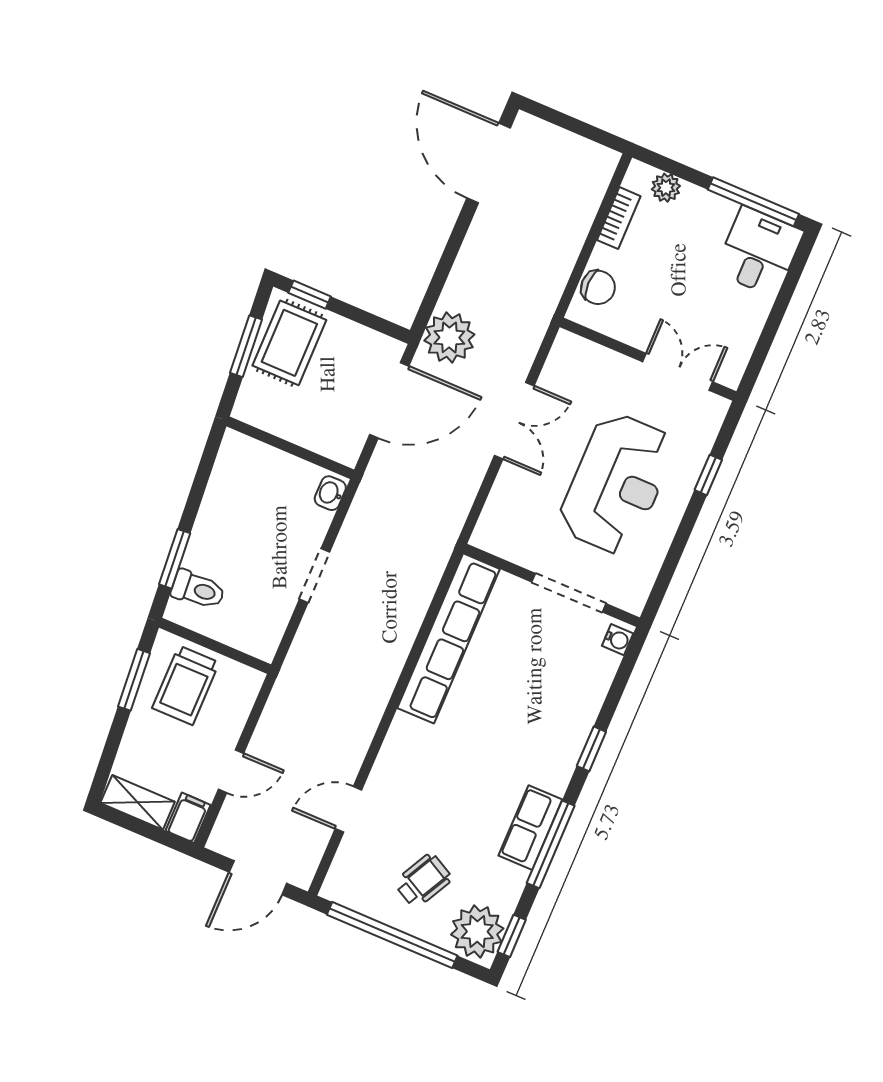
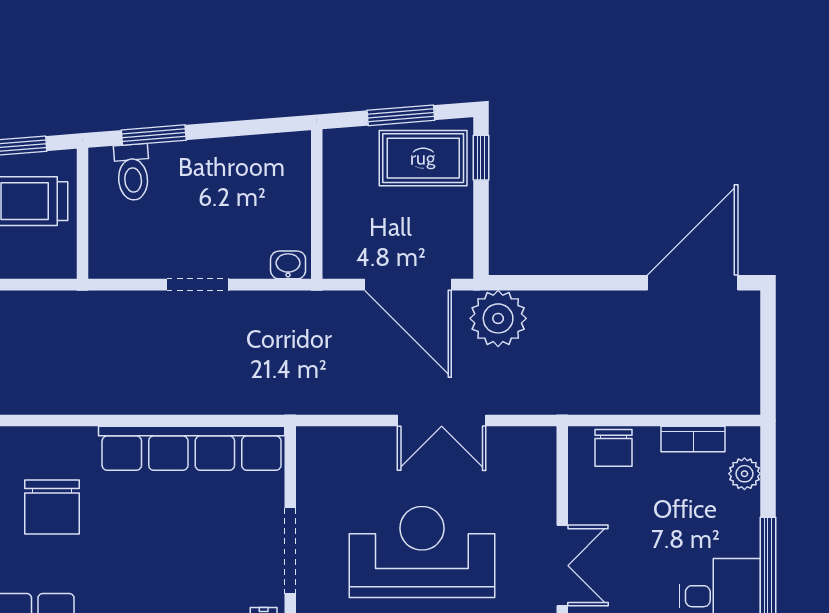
reception desk: (617, 484) -> (422, 552), turned 180
chair: (448, 775) -> (52, 507), added

